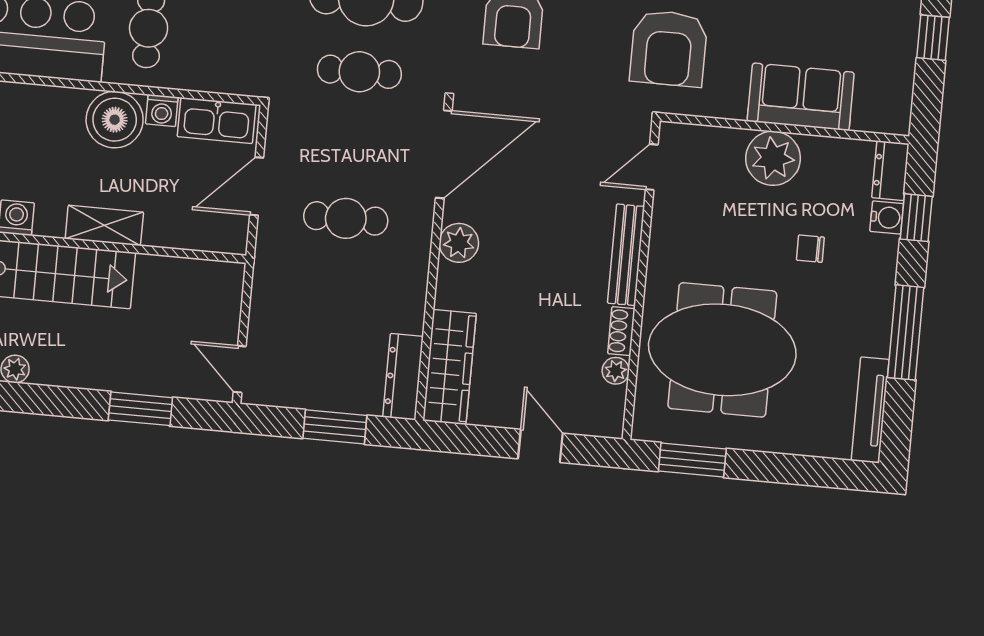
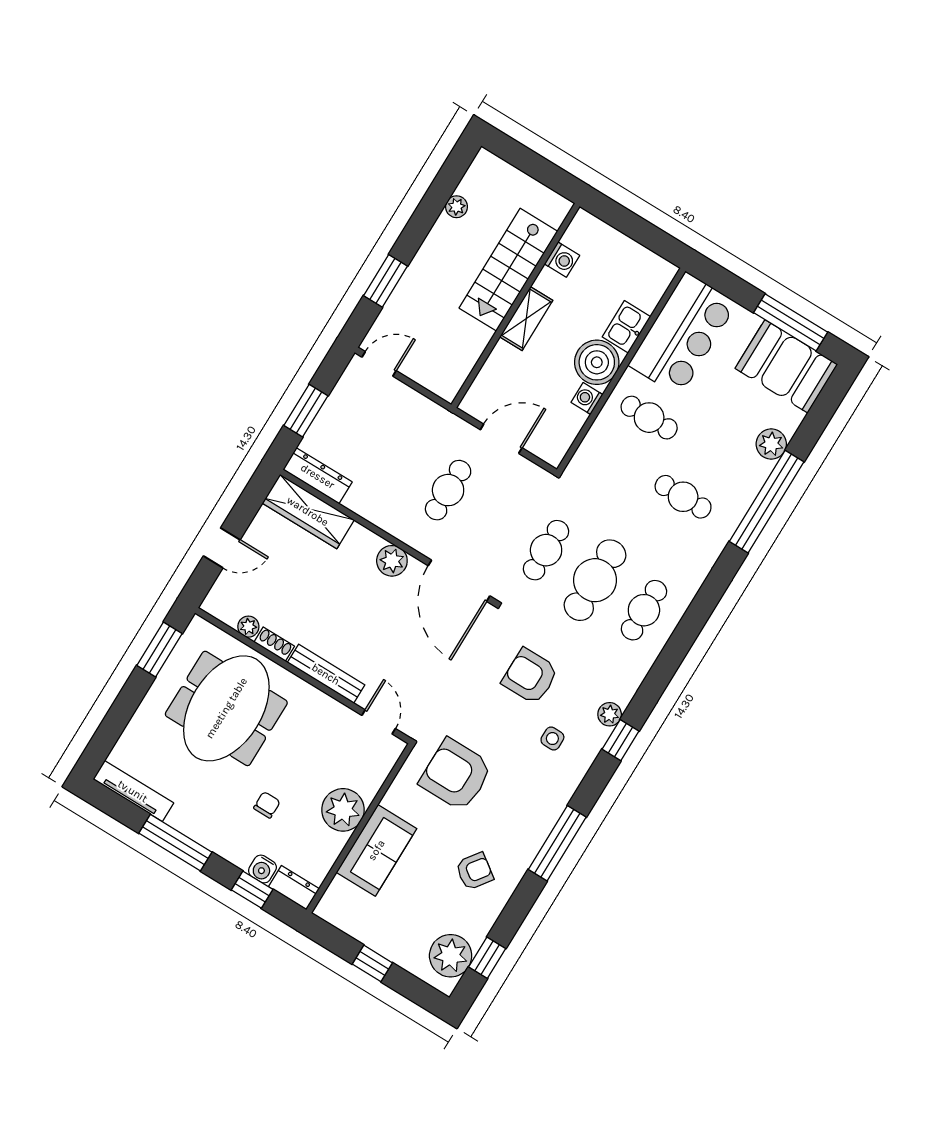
kitchen sink: (217, 121) -> (626, 327), moved, width x0.73
door: (257, 186) -> (501, 439), hinge flipped

